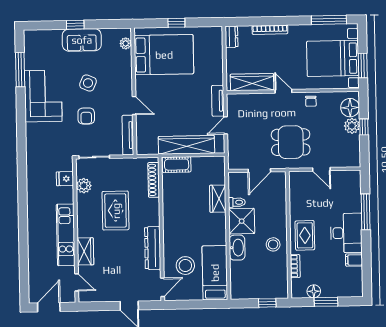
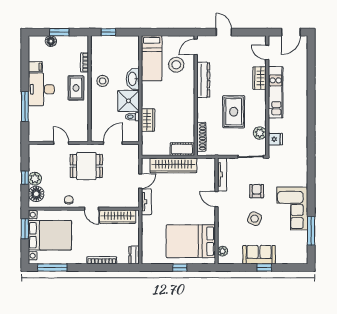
floor lamp: (314, 291) -> (51, 41), moved

